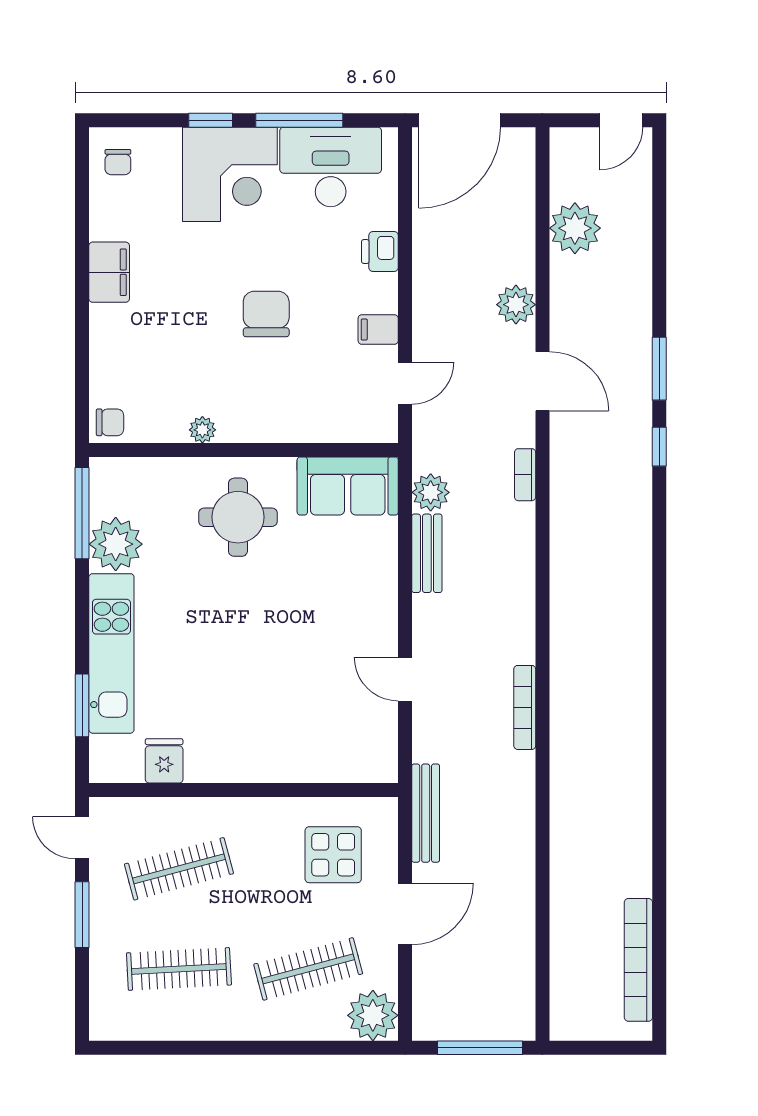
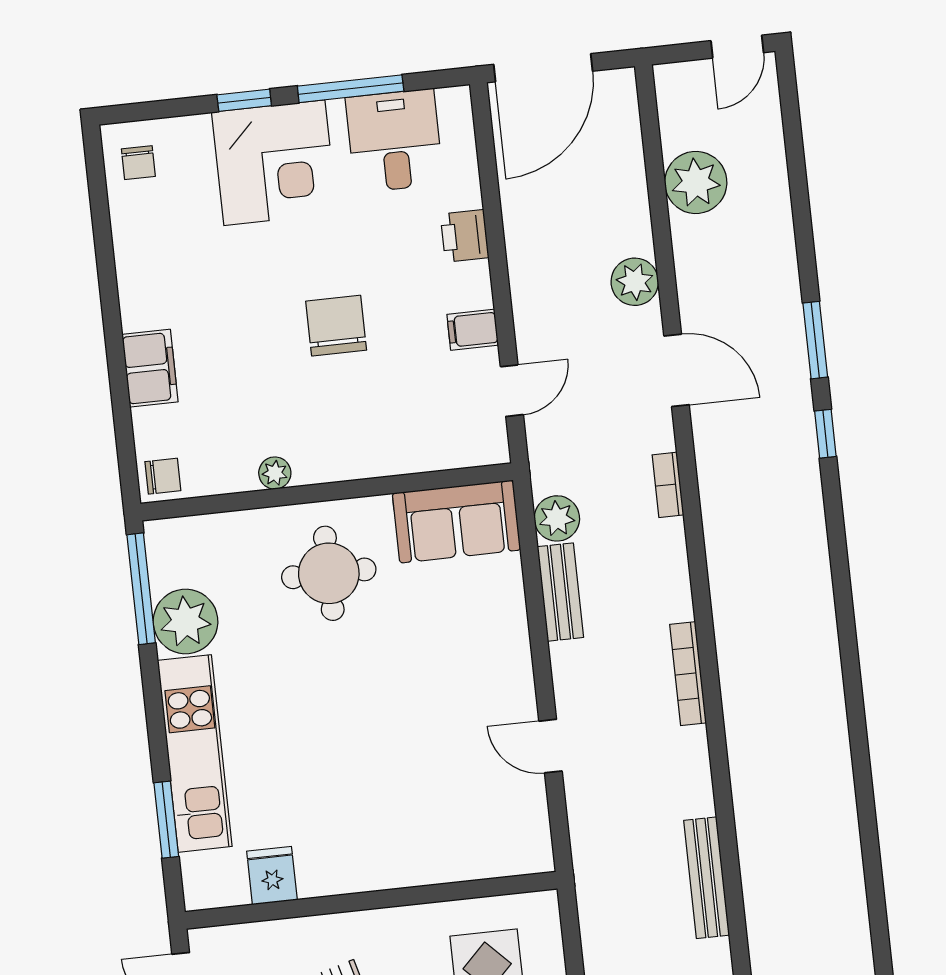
desk: (331, 167) -> (394, 141), width x0.73
filing cabinet: (109, 272) -> (150, 368), moved
bookcase: (525, 707) -> (688, 674), moved
bench: (426, 813) -> (707, 878), moved

